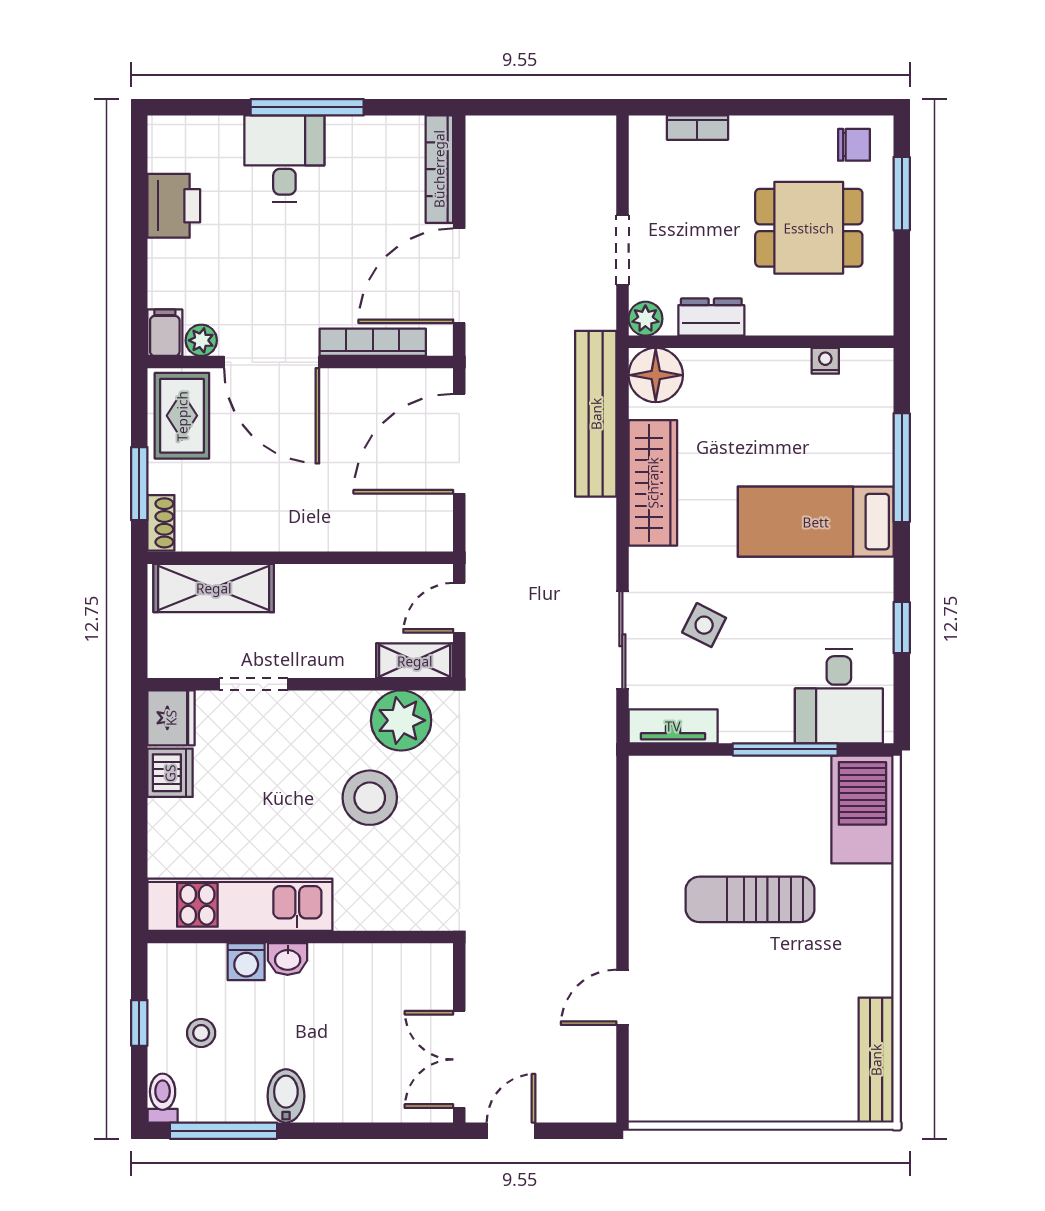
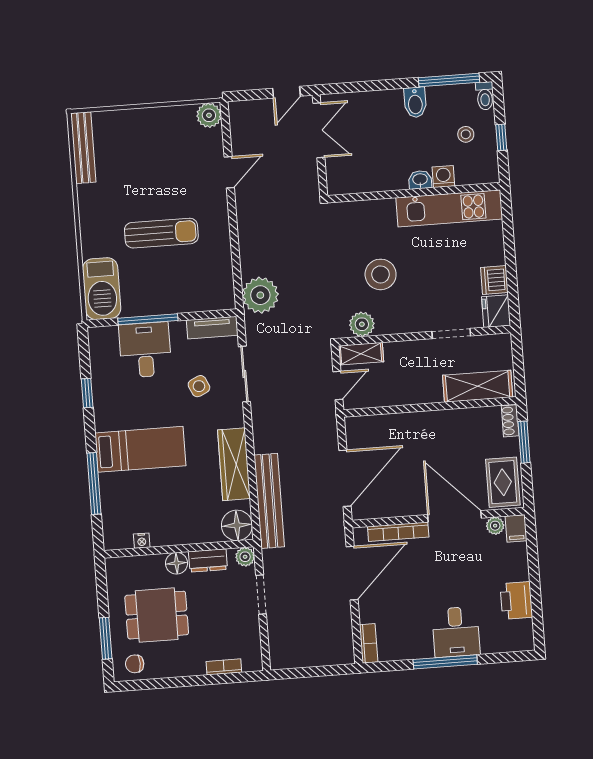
bookcase: (439, 169) -> (369, 643), width x0.64
floor lamp: (767, 316) -> (177, 563), added
side table: (704, 625) -> (199, 386), turned 38
desk: (839, 696) -> (145, 350), moved
plant: (401, 720) -> (362, 324), width x0.73, depth x0.73
plant: (584, 777) -> (260, 295), added
plant: (651, 1100) -> (209, 115), added

